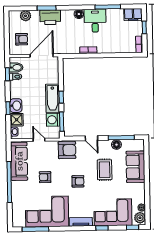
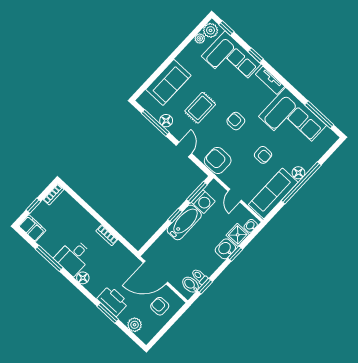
floor lamp: (16, 186) -> (298, 173), added

